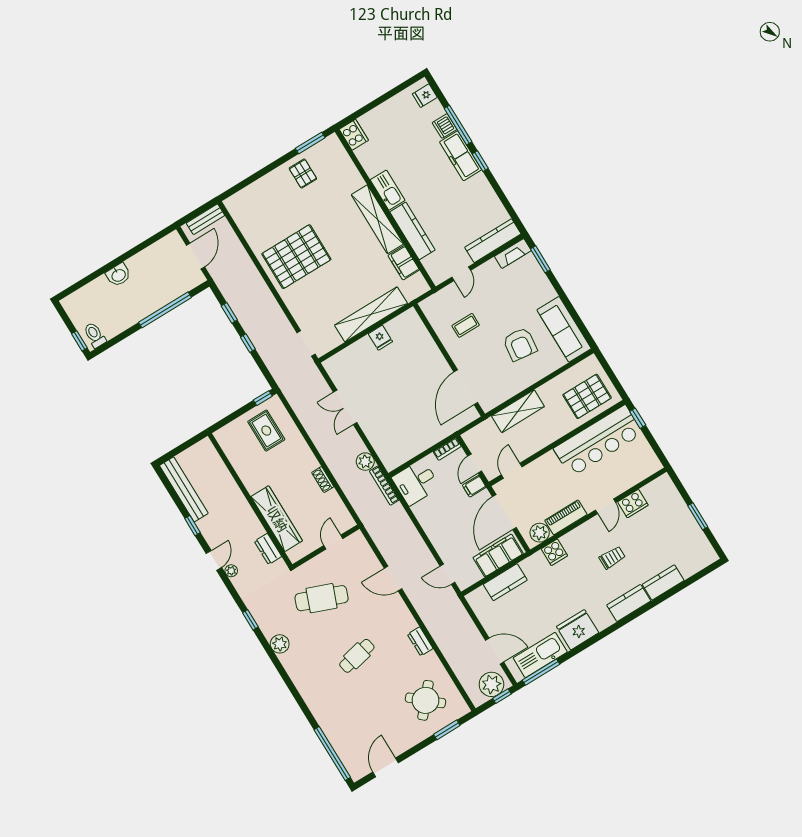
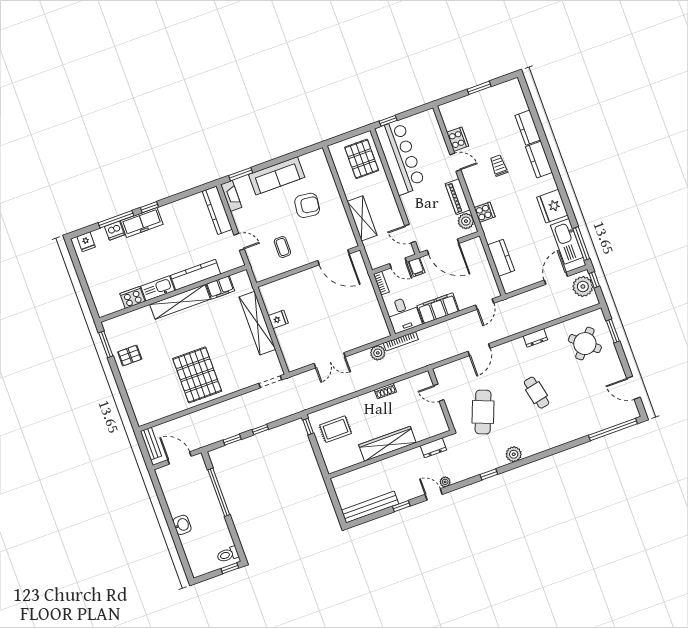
cooker: (354, 135) -> (132, 297), moved
sofa: (564, 329) -> (277, 176), moved
wardrobe: (277, 519) -> (387, 444), moved
filing cabinet: (498, 556) -> (438, 308), moved, turned 90

